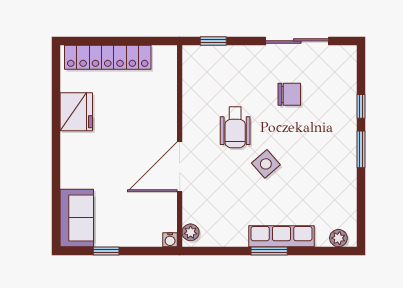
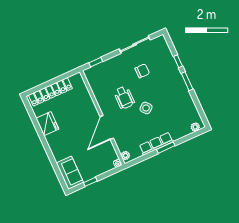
row of seats: (281, 236) -> (156, 144), moved

